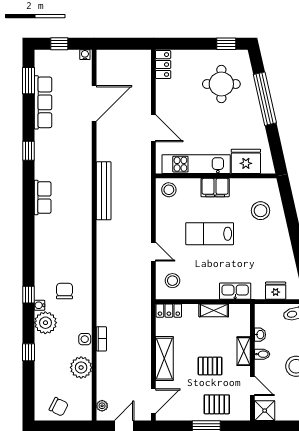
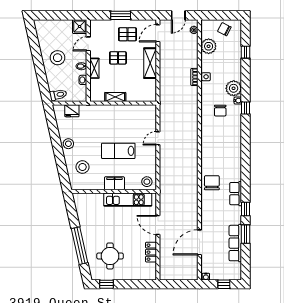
locker: (163, 65) -> (151, 252), moved
window: (28, 81) -> (246, 234), moved
fridge: (246, 161) -> (93, 202), removed
chair: (76, 188) -> (212, 183), added
bench: (104, 191) -> (193, 181), removed
row of seats: (43, 198) -> (236, 194), moved
lab bench: (210, 234) -> (118, 151), turned 180
door: (153, 252) -> (158, 138), hinge flipped
stool: (172, 281) -> (68, 144), moved
kitchen sink: (235, 291) -> (100, 110), removed
locker: (169, 311) -> (147, 97), removed
window: (28, 352) -> (246, 52), moved
plant: (81, 367) -> (209, 46), moved
door: (252, 386) -> (88, 44), hinge flipped
pallet: (217, 404) -> (127, 34), moved

